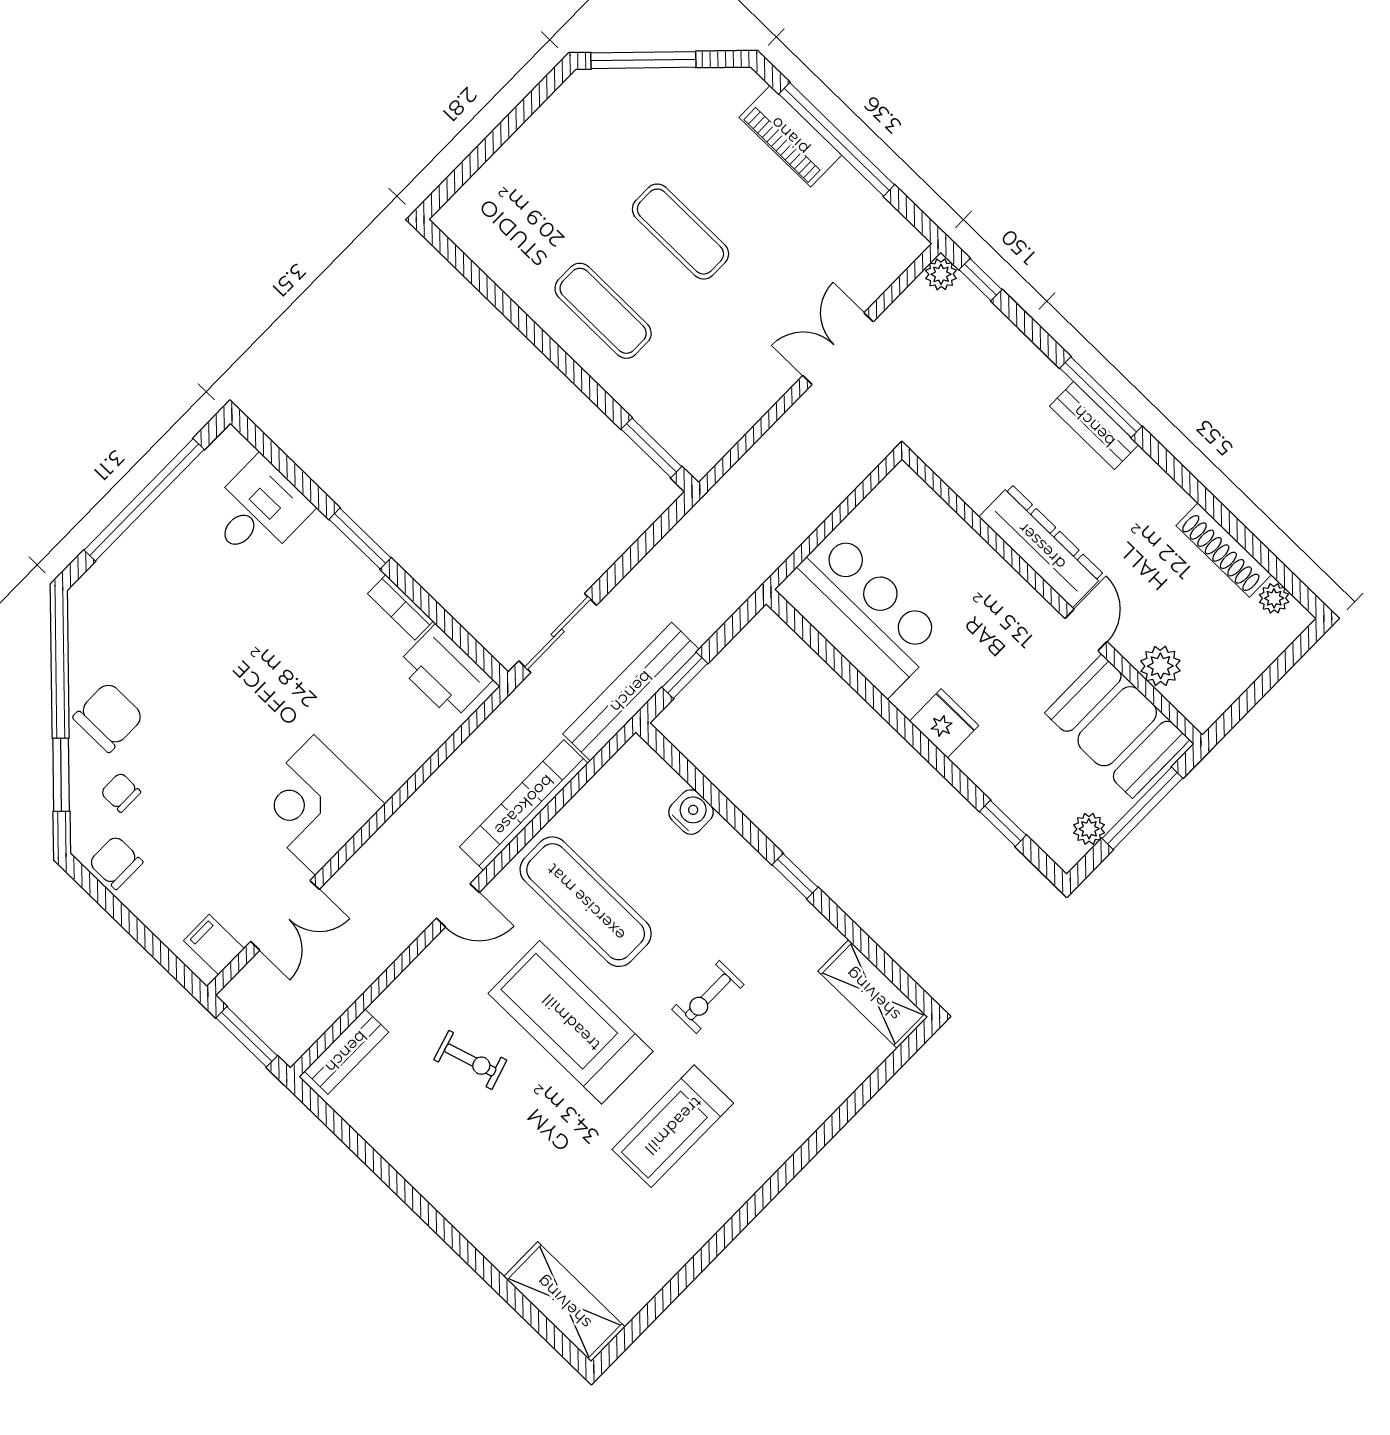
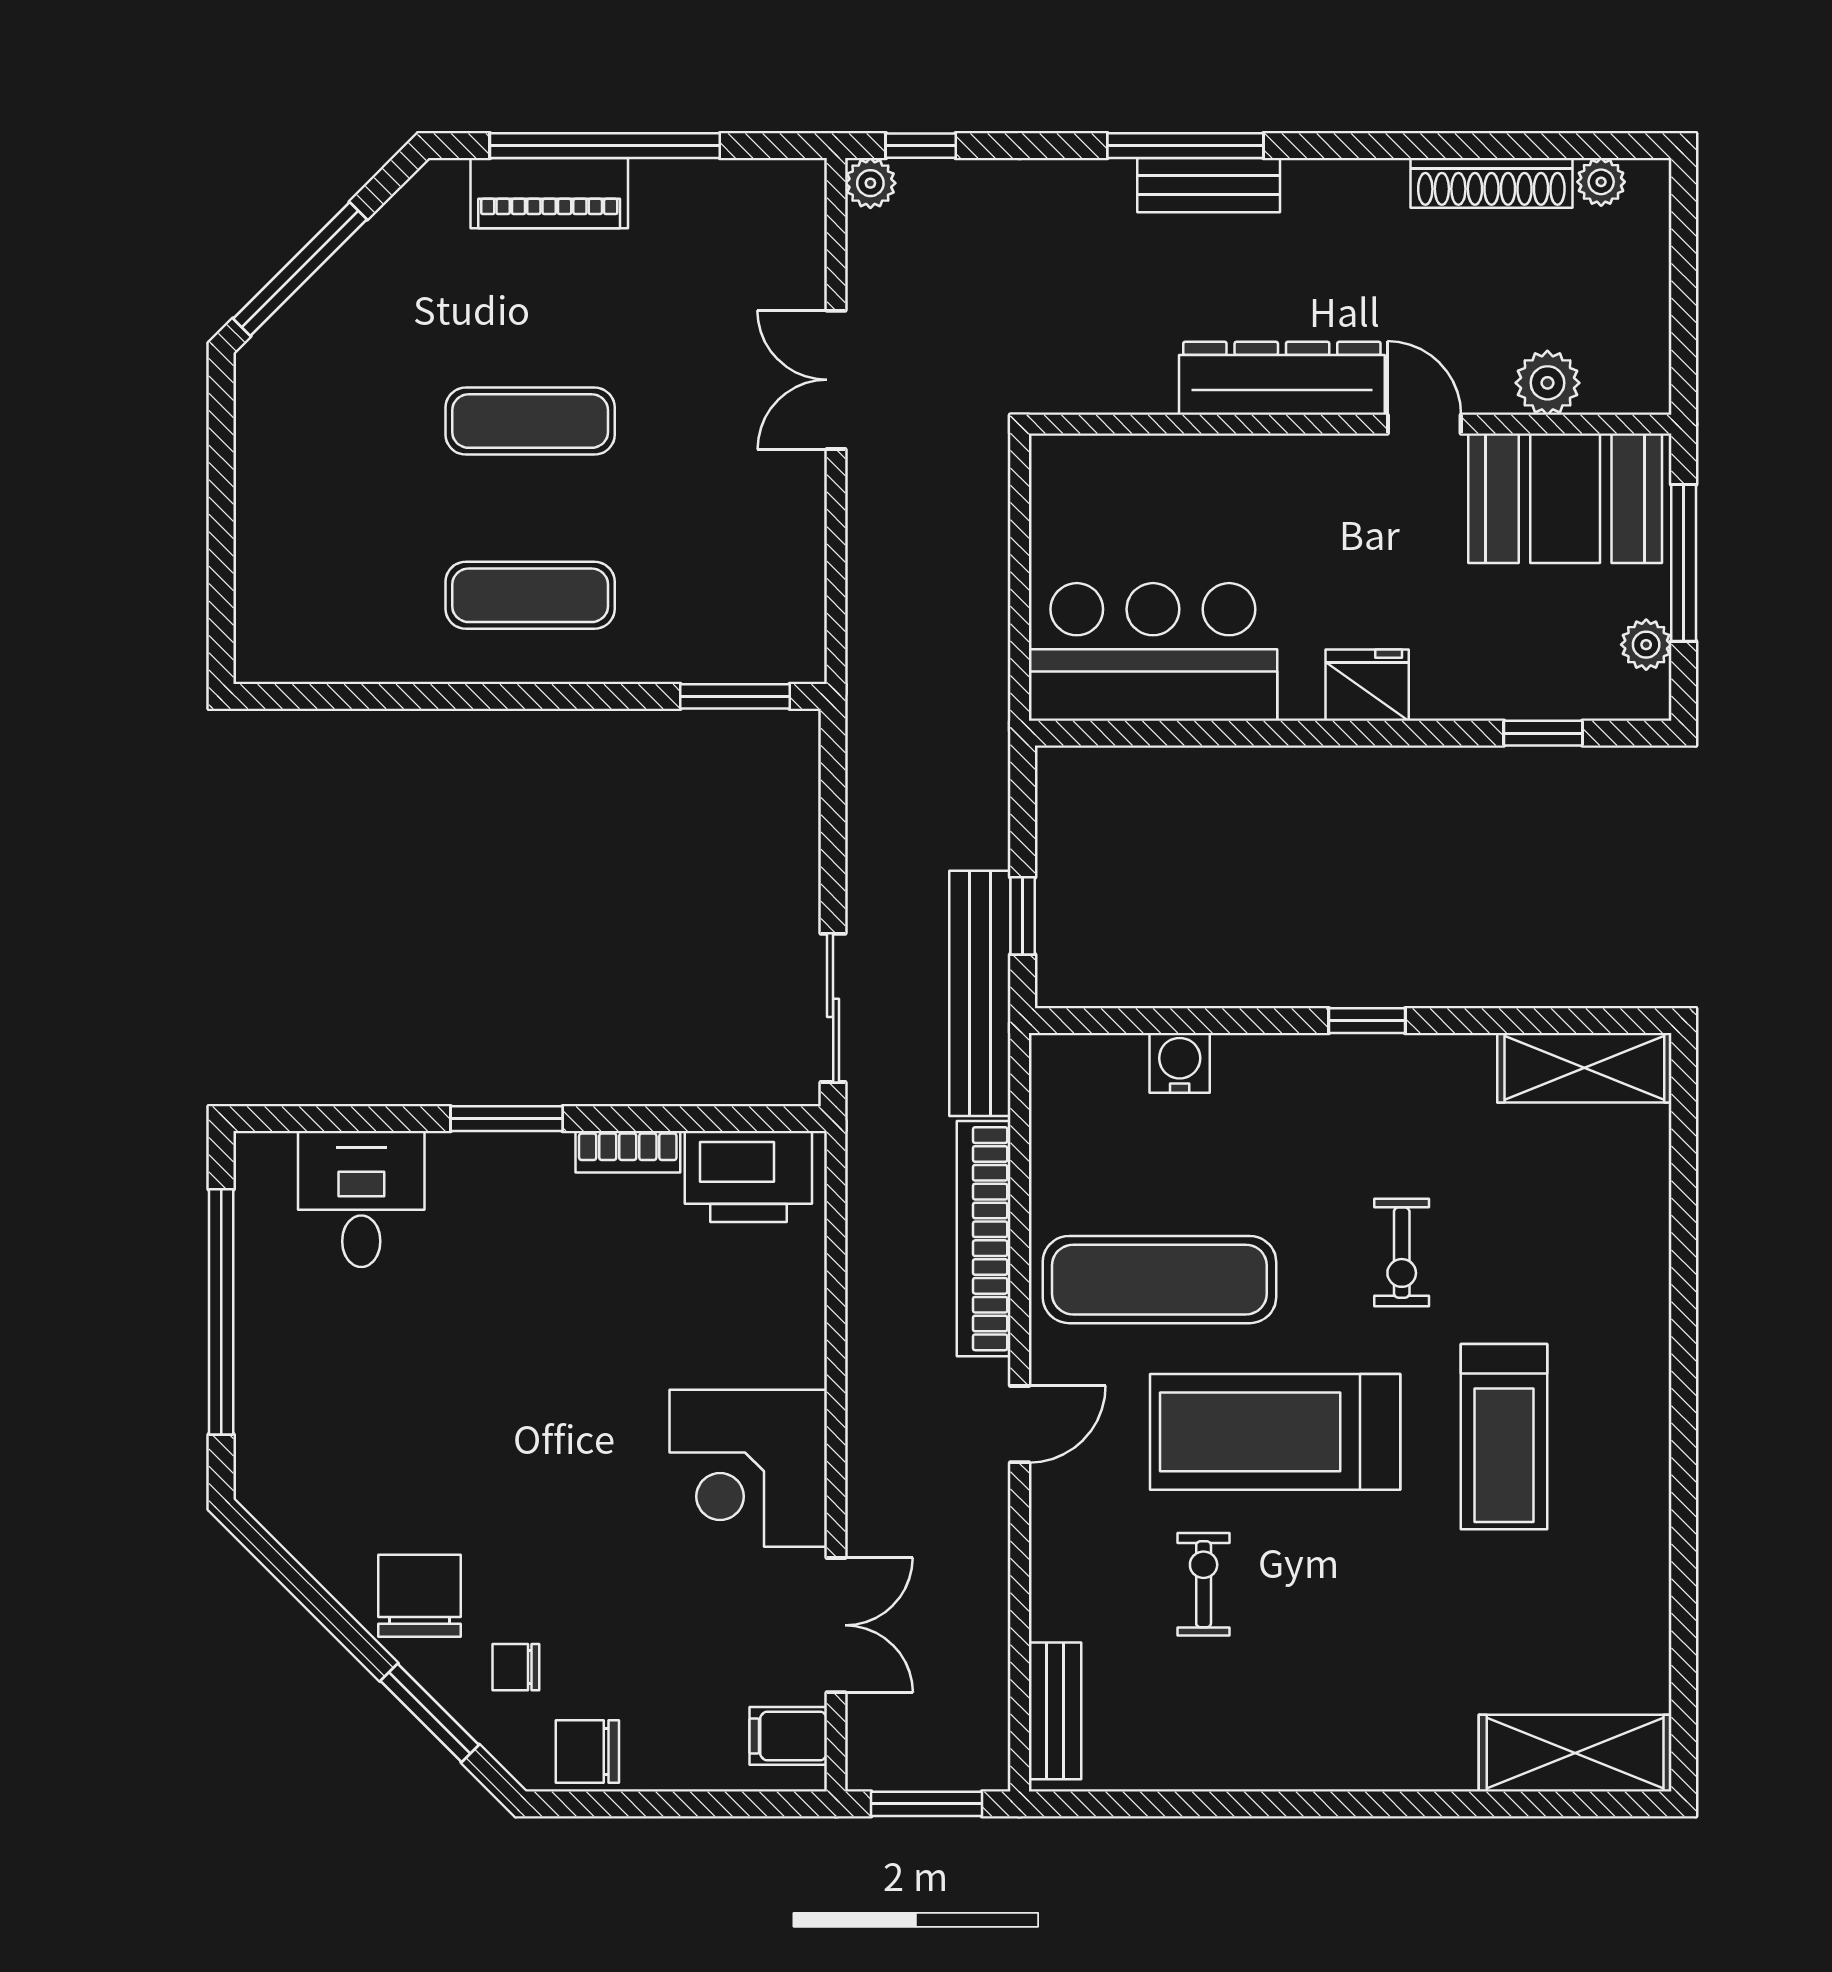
exercise bike: (470, 1060) -> (1204, 1584), turned -73

